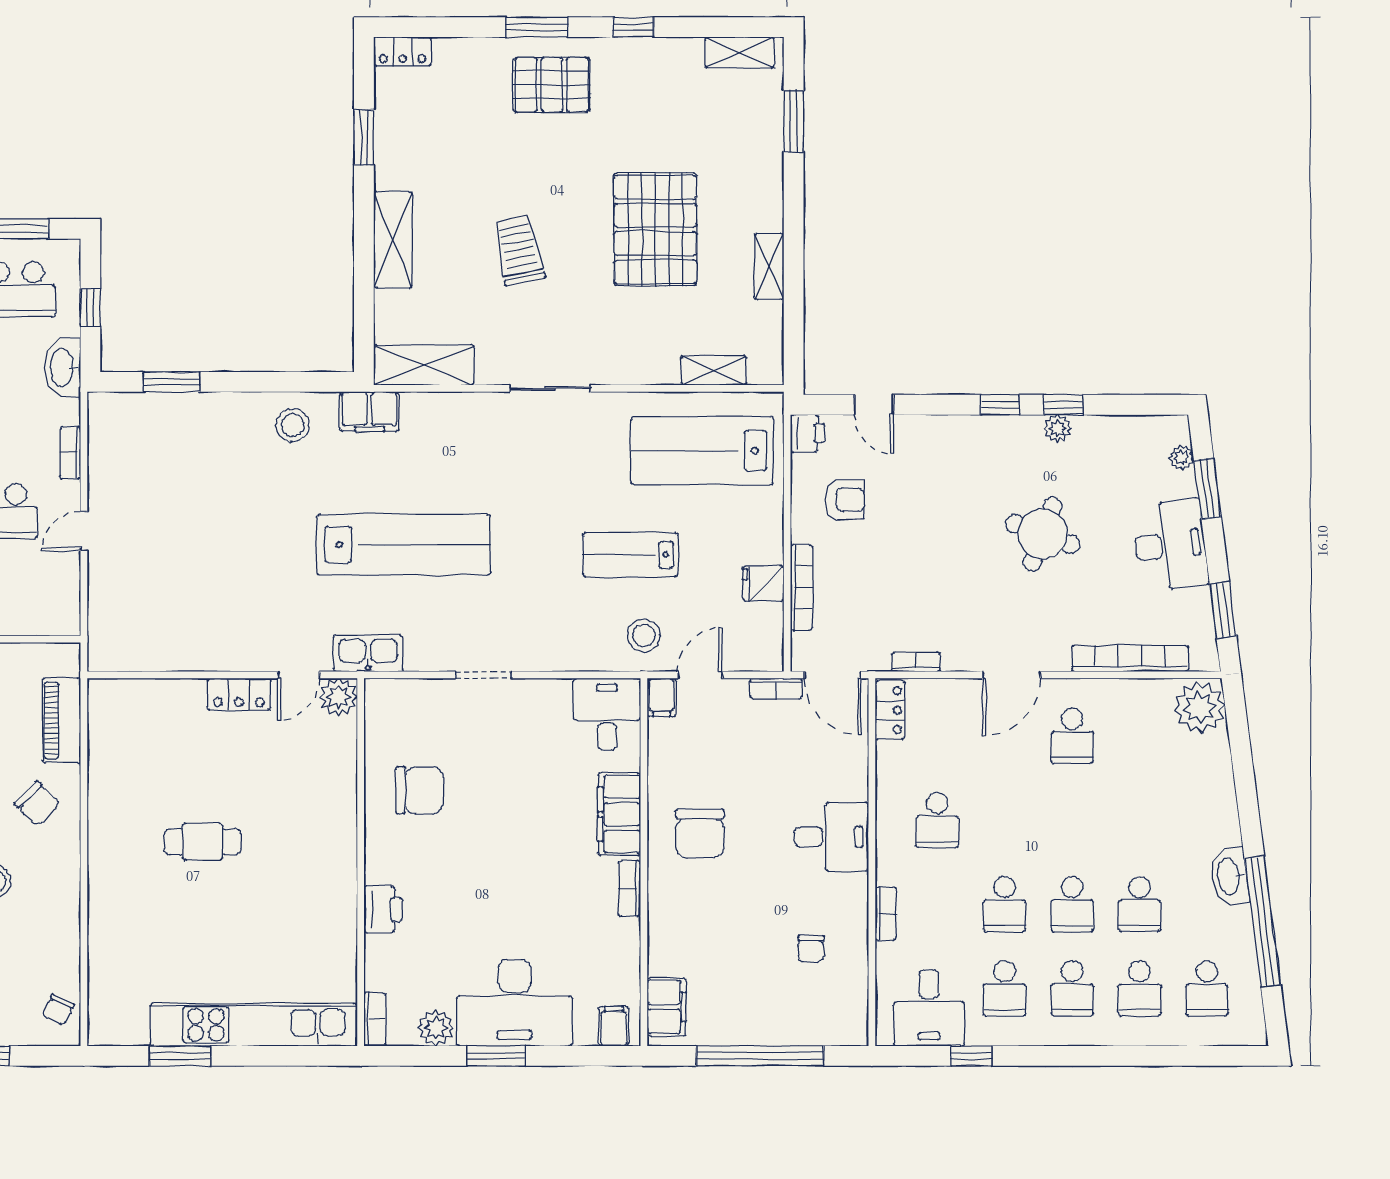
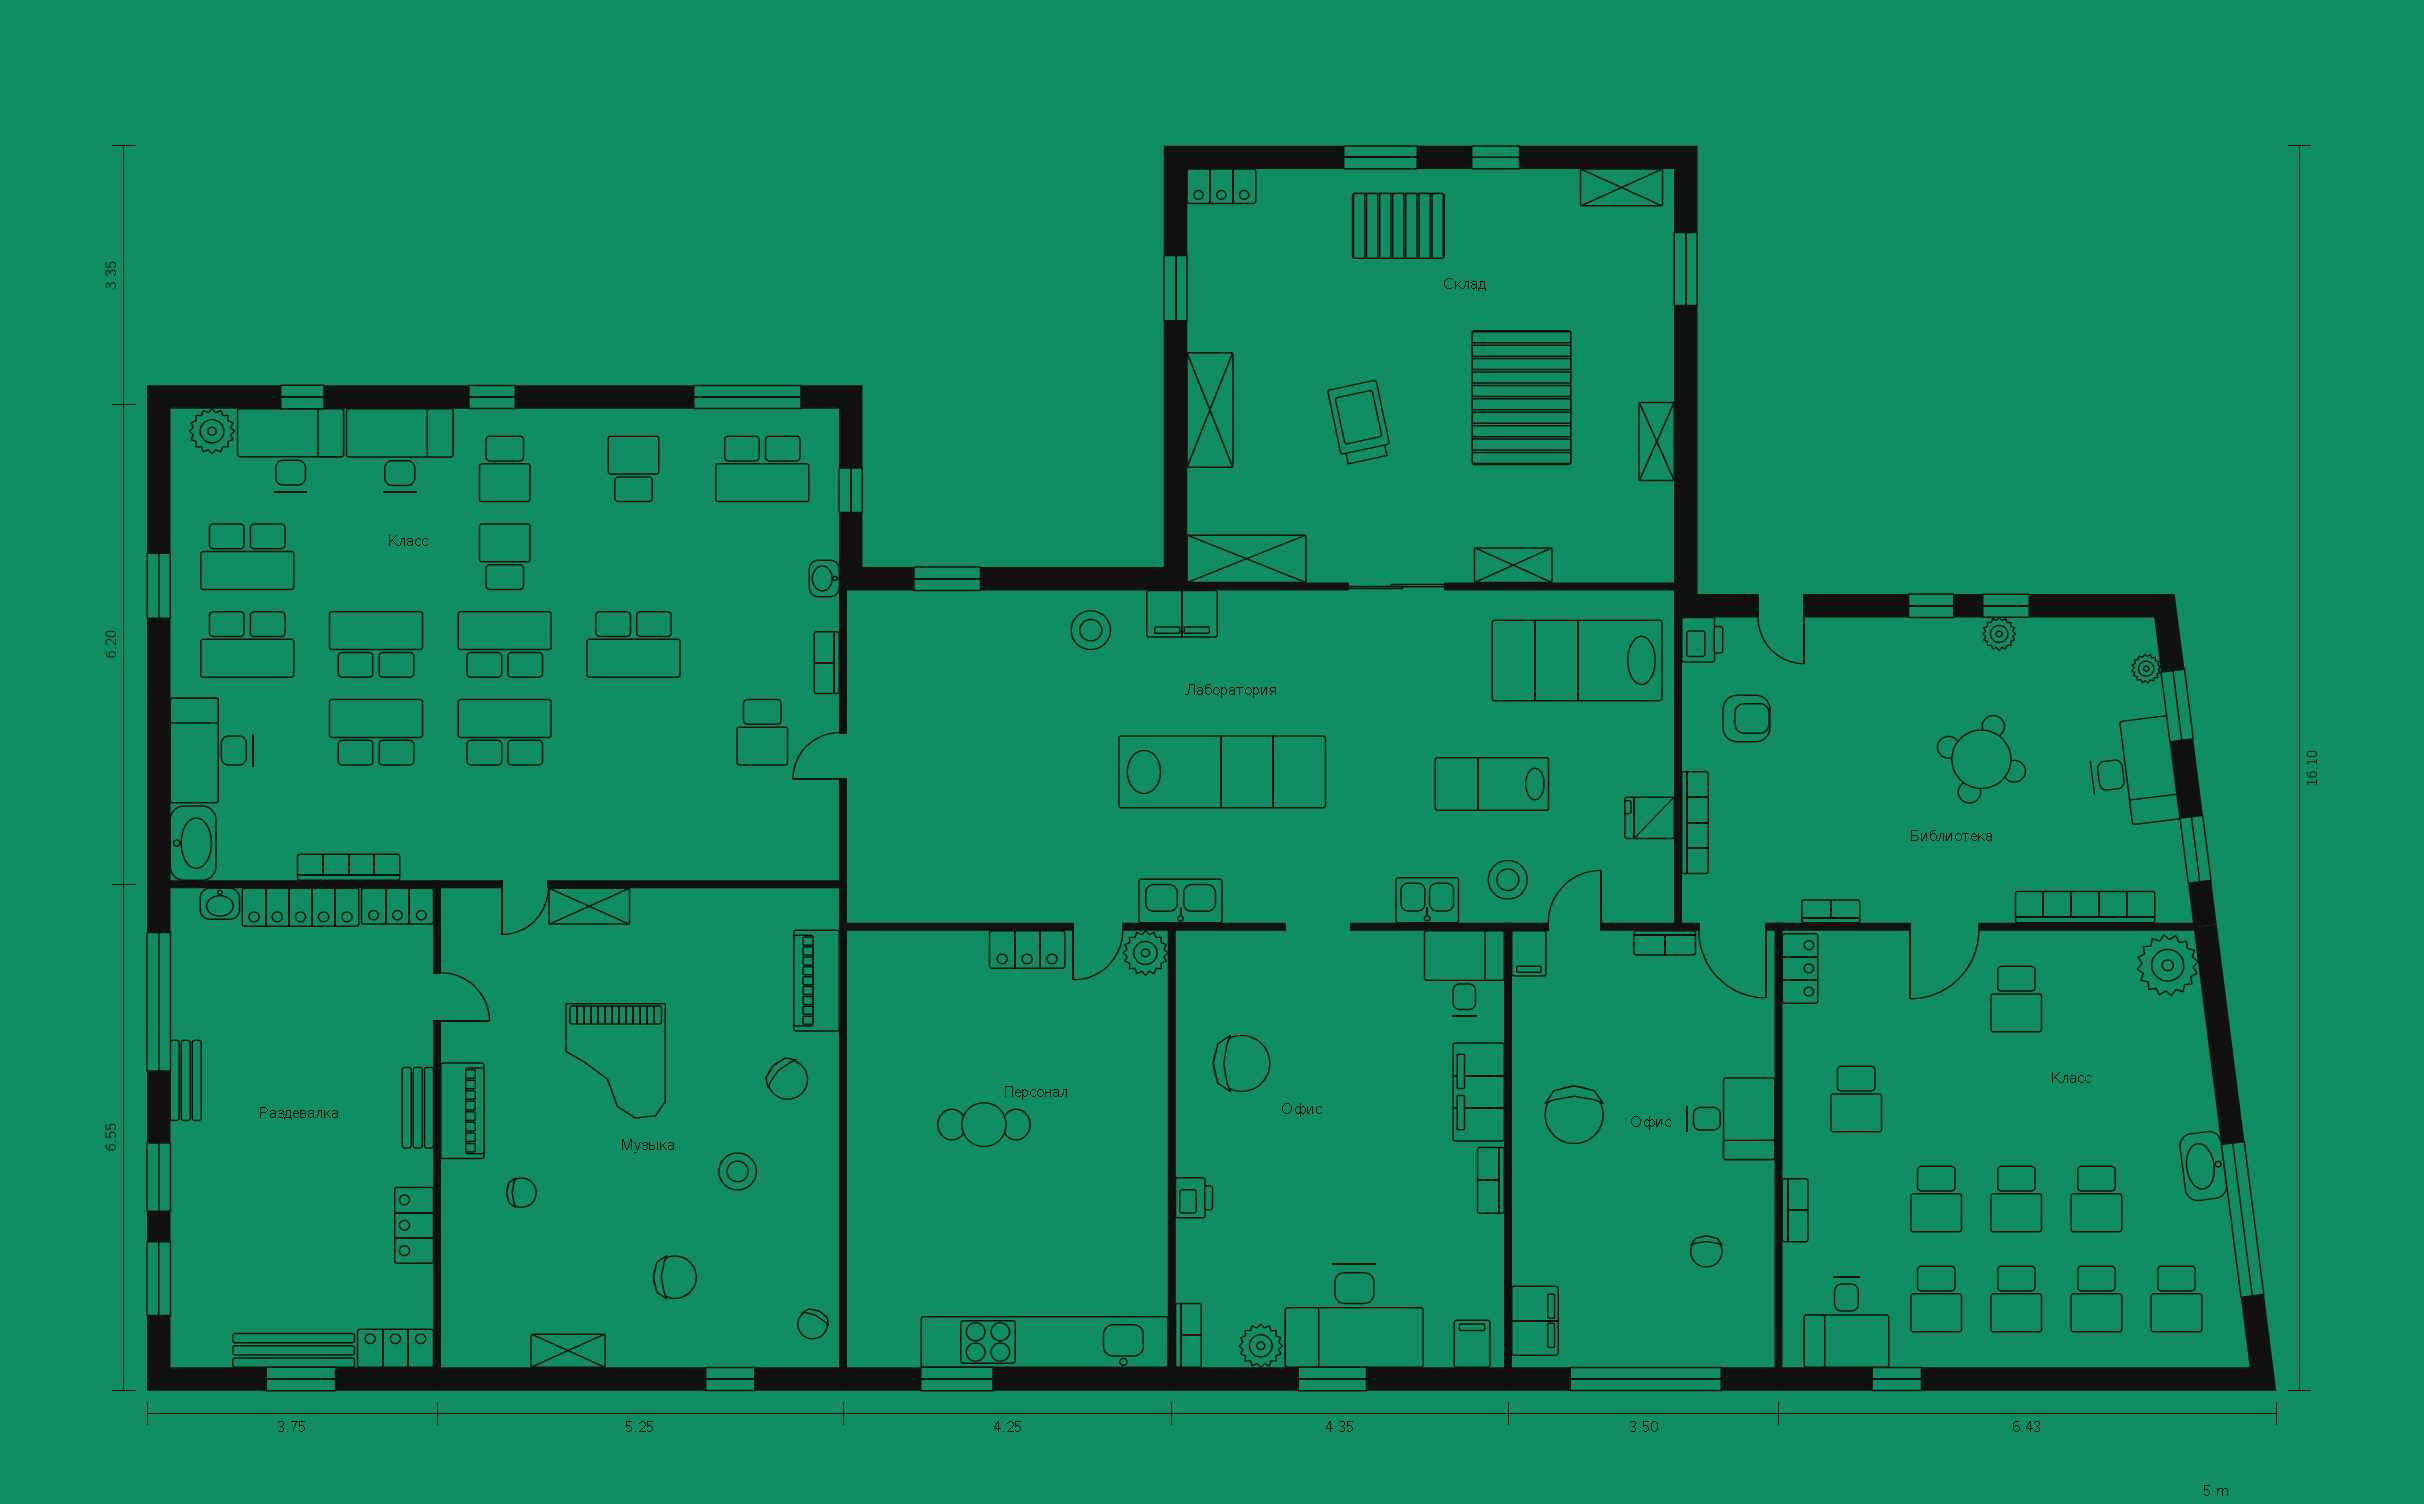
washbasin: (63, 368) -> (824, 578), width x0.52, depth x0.69
shelving: (714, 371) -> (1513, 565), moved
kitchen sink: (576, 653) -> (1427, 900), added
printer: (383, 909) -> (1194, 1198), width x0.73, depth x0.81

